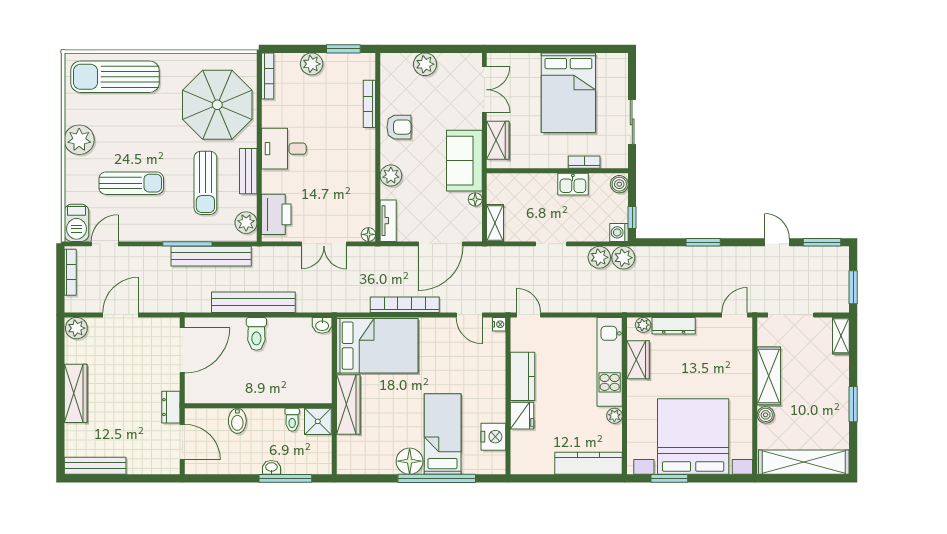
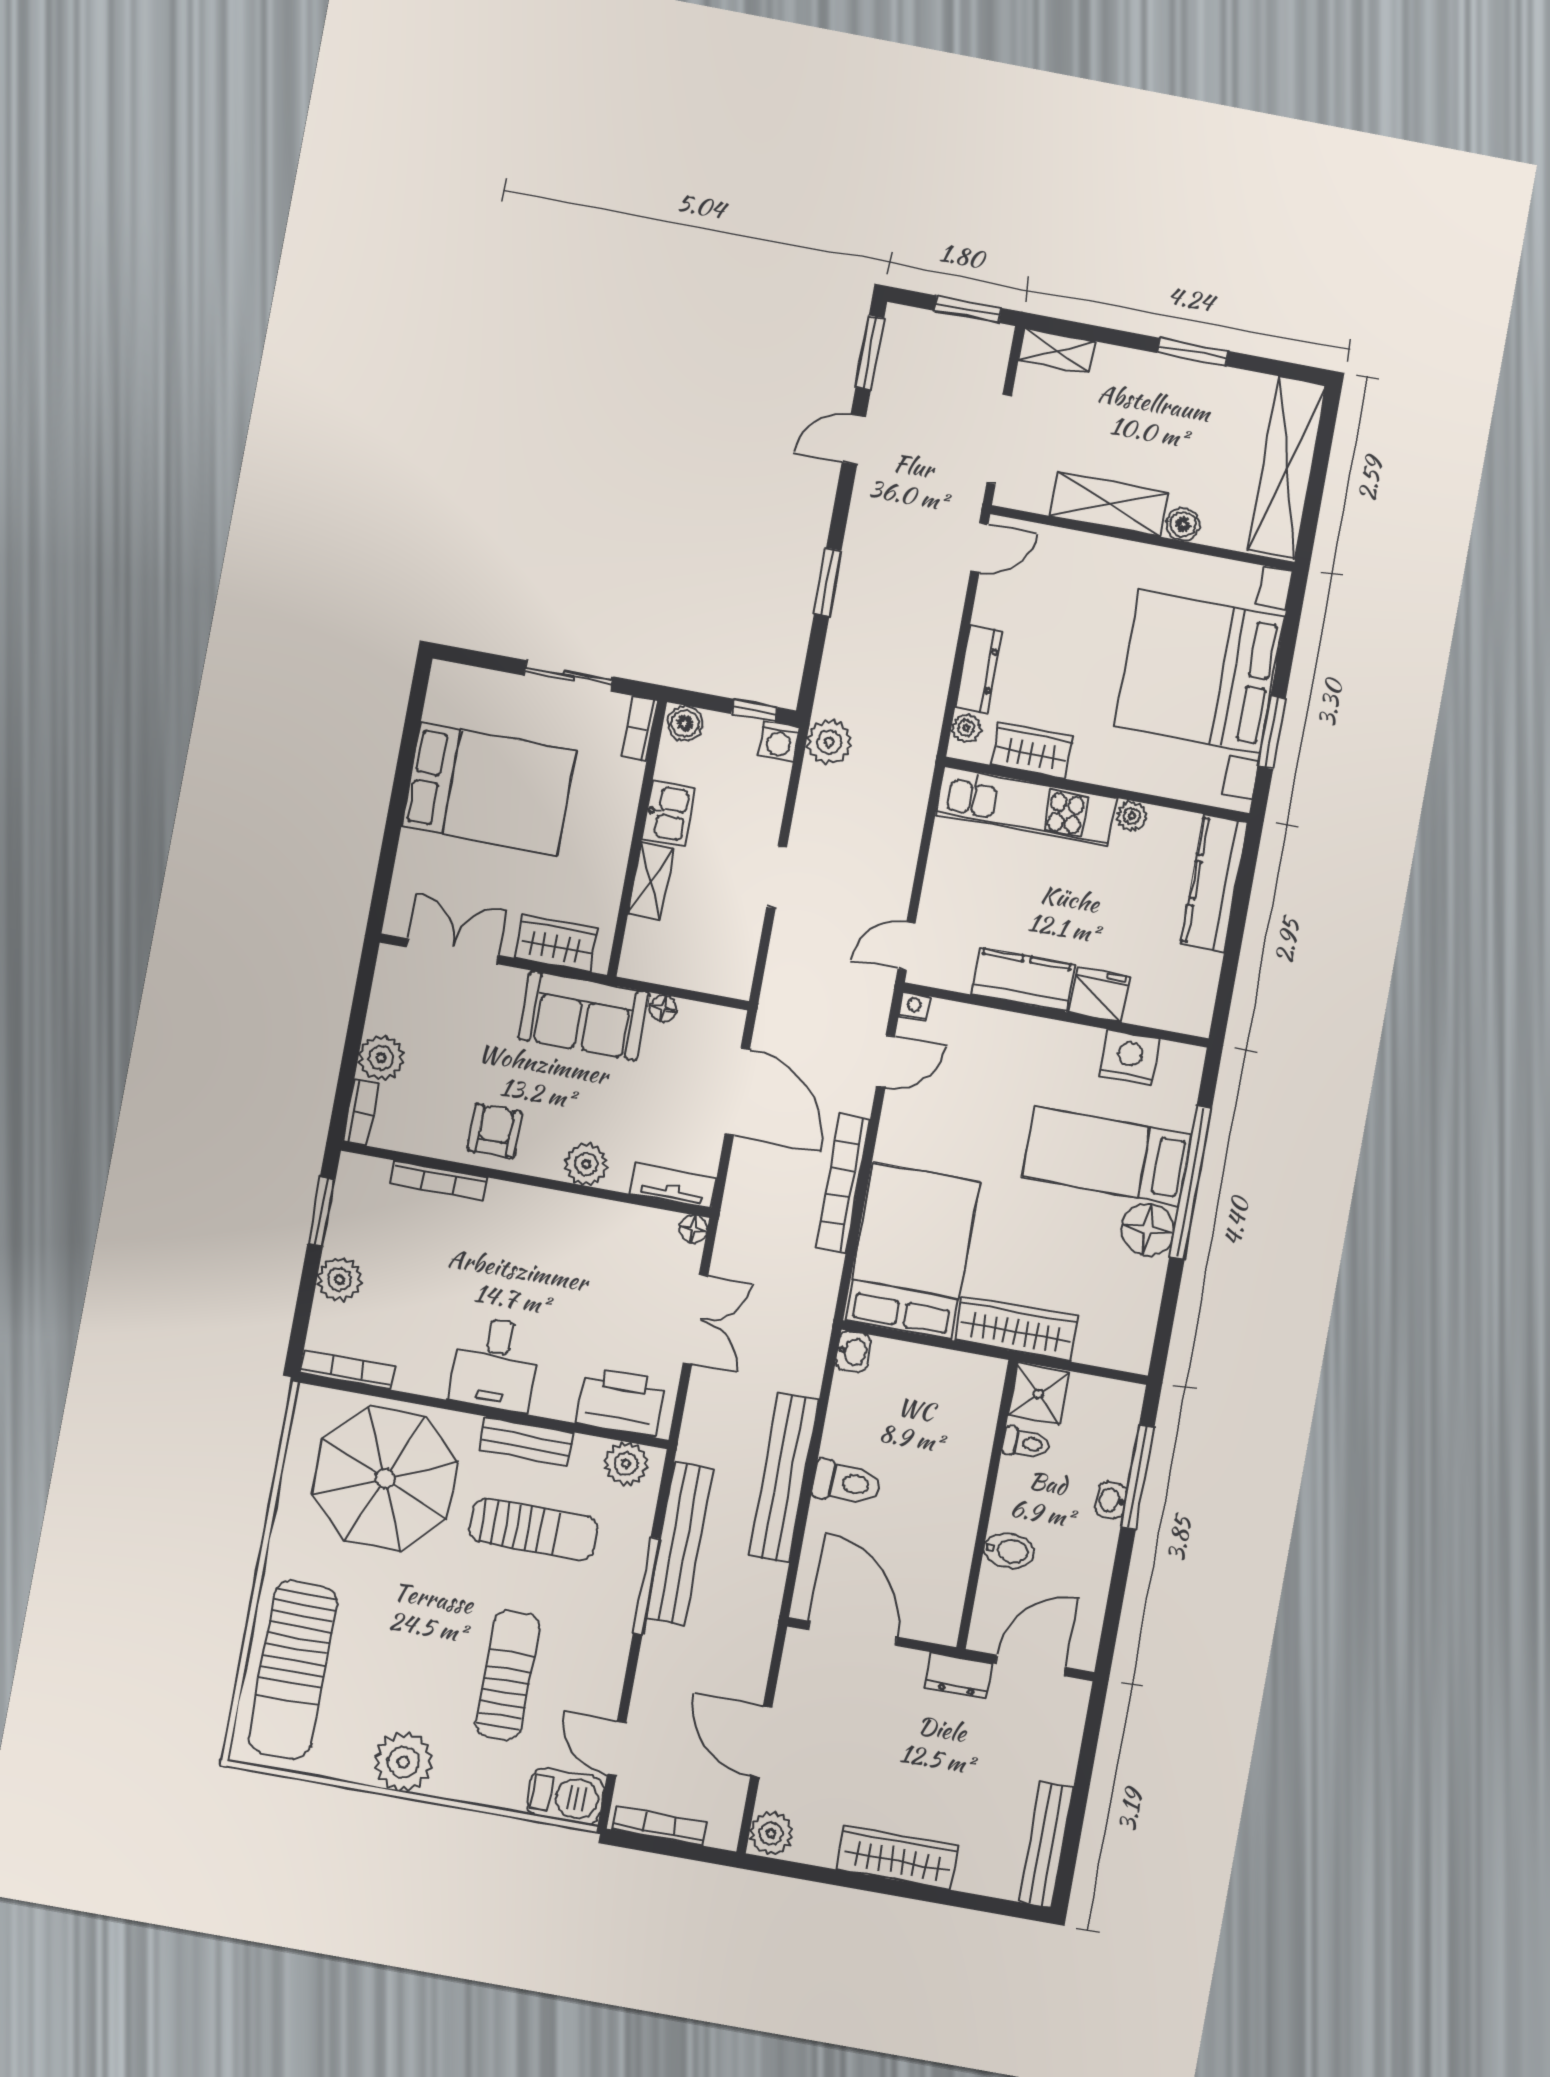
bookcase: (396, 59) -> (361, 1112), added
bookcase: (584, 162) -> (640, 729), moved
shelving: (495, 223) -> (651, 881), moved, turned 90
plant: (599, 257) -> (820, 788), removed
door: (735, 315) -> (979, 548), swing flipped

